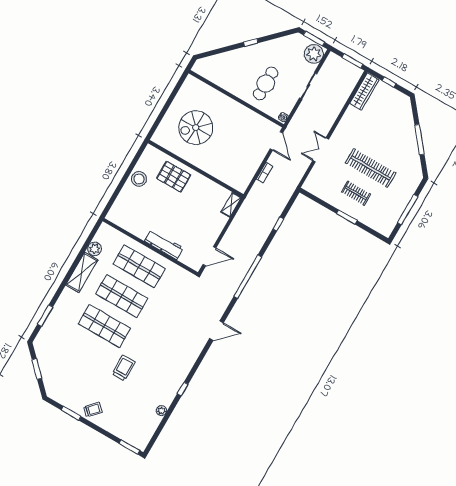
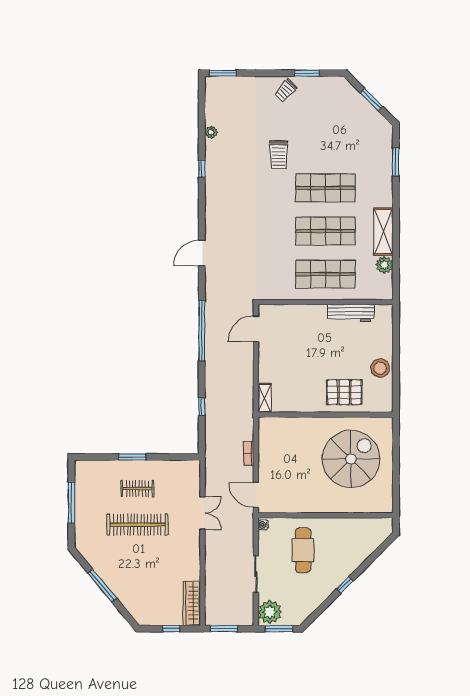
spiral stairs: (196, 128) -> (351, 459), width x1.37, depth x1.37
workbench: (164, 245) -> (351, 313), moved

